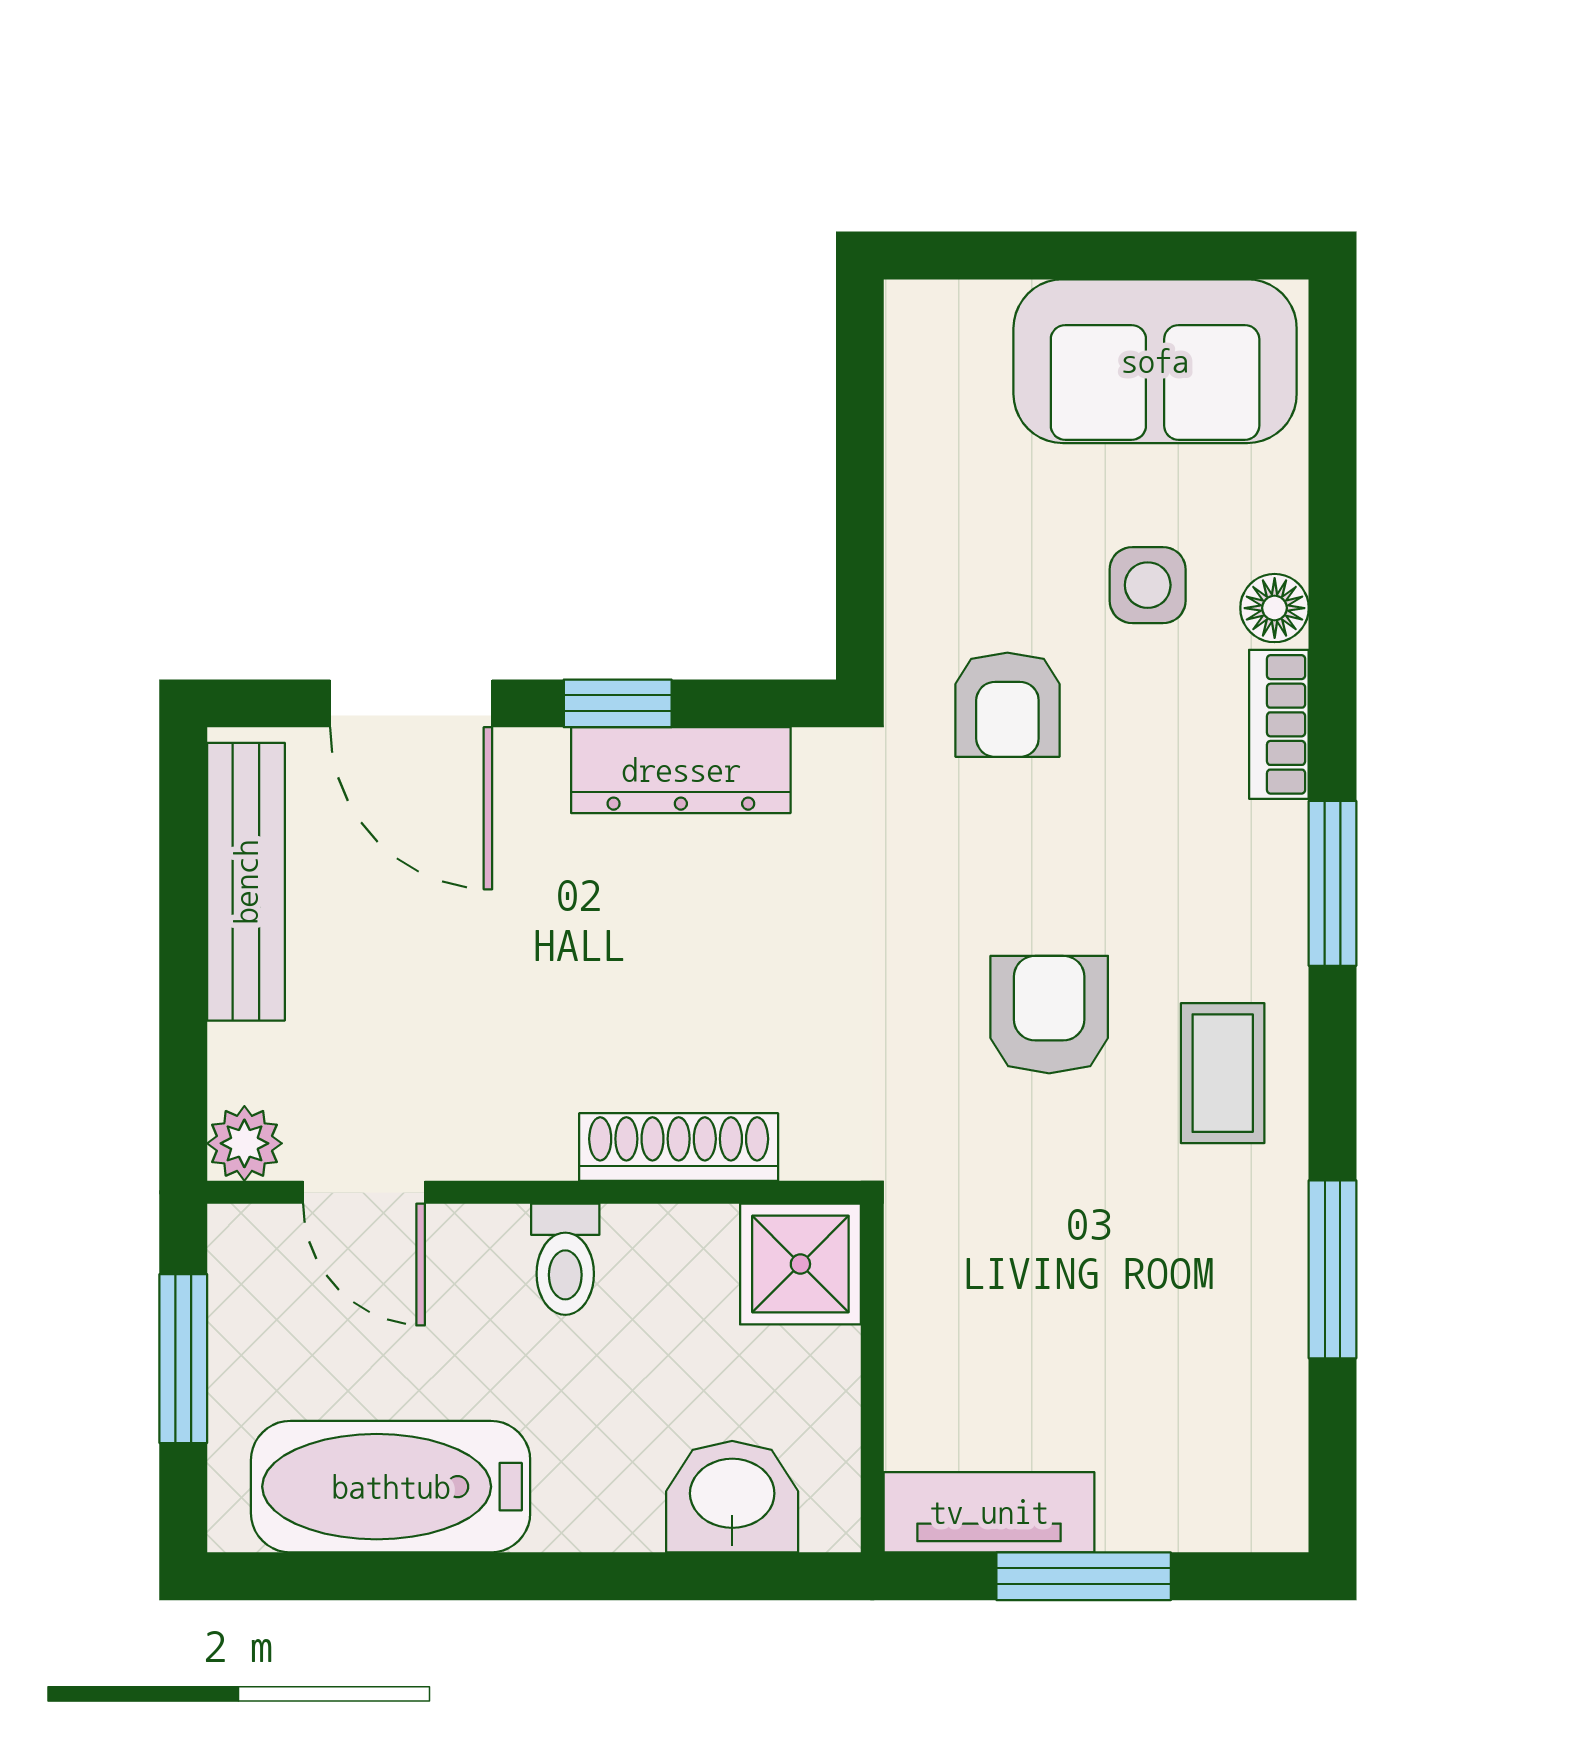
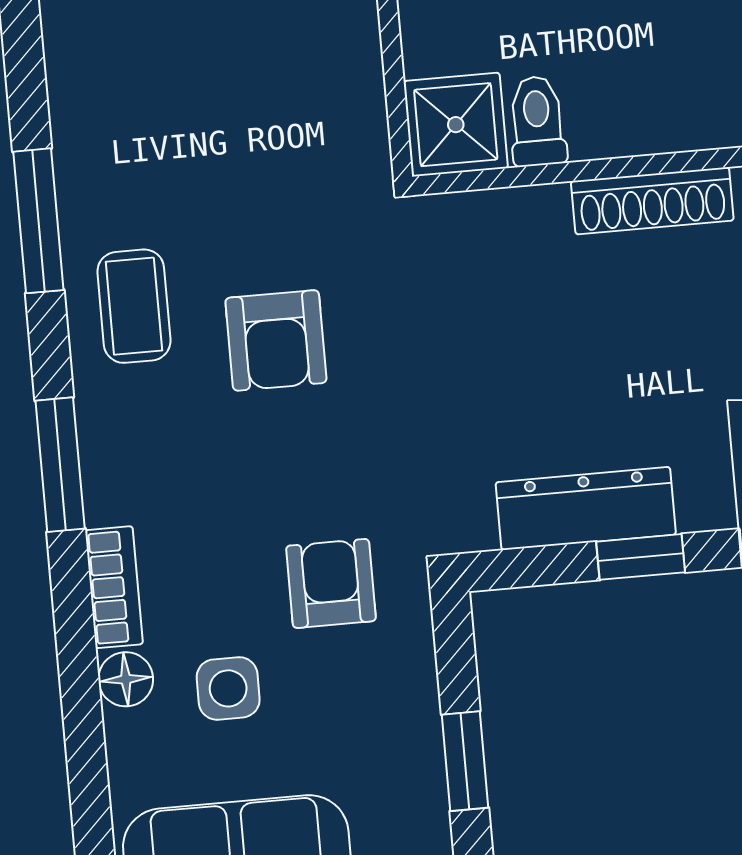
window: (860, 468) -> (465, 761), added
shoe rack: (679, 1147) -> (652, 201), moved
toilet: (565, 1259) -> (537, 121), moved
window: (1333, 1269) -> (38, 221), moved

